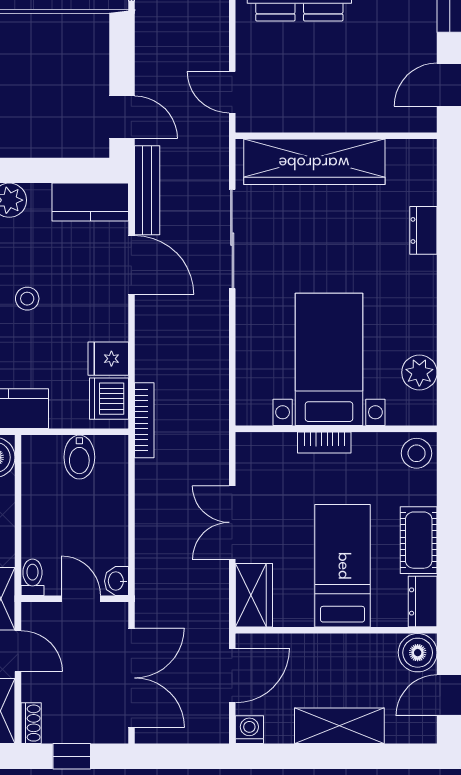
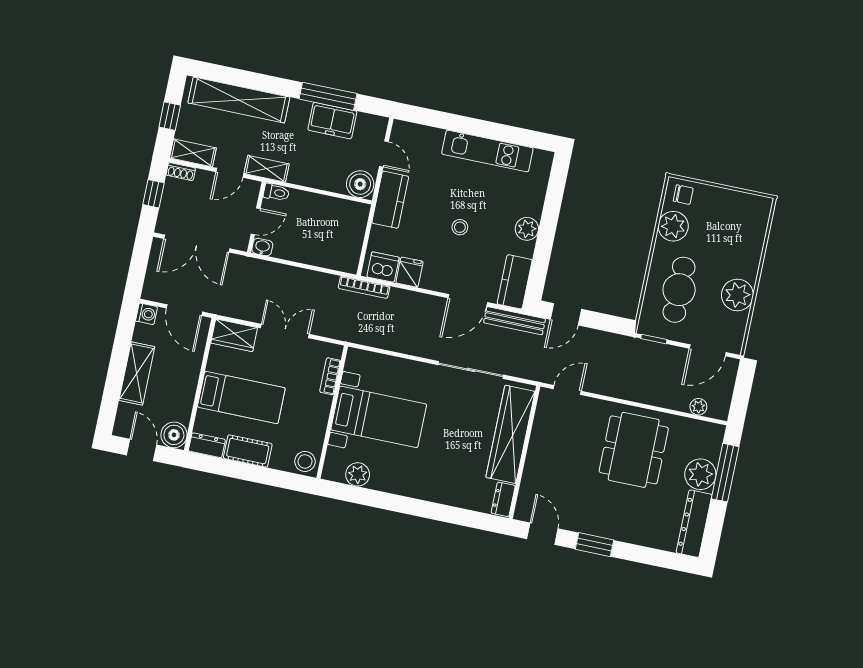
dresser: (423, 230) -> (503, 499), moved, turned -90
bookcase: (324, 442) -> (330, 376), moved
bidet: (79, 457) -> (349, 240), removed

